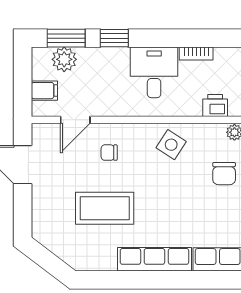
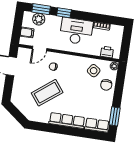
desk: (154, 72) -> (76, 31), width x1.37
side table: (171, 145) -> (94, 71), moved
coffee table: (105, 208) -> (47, 93), turned -38

